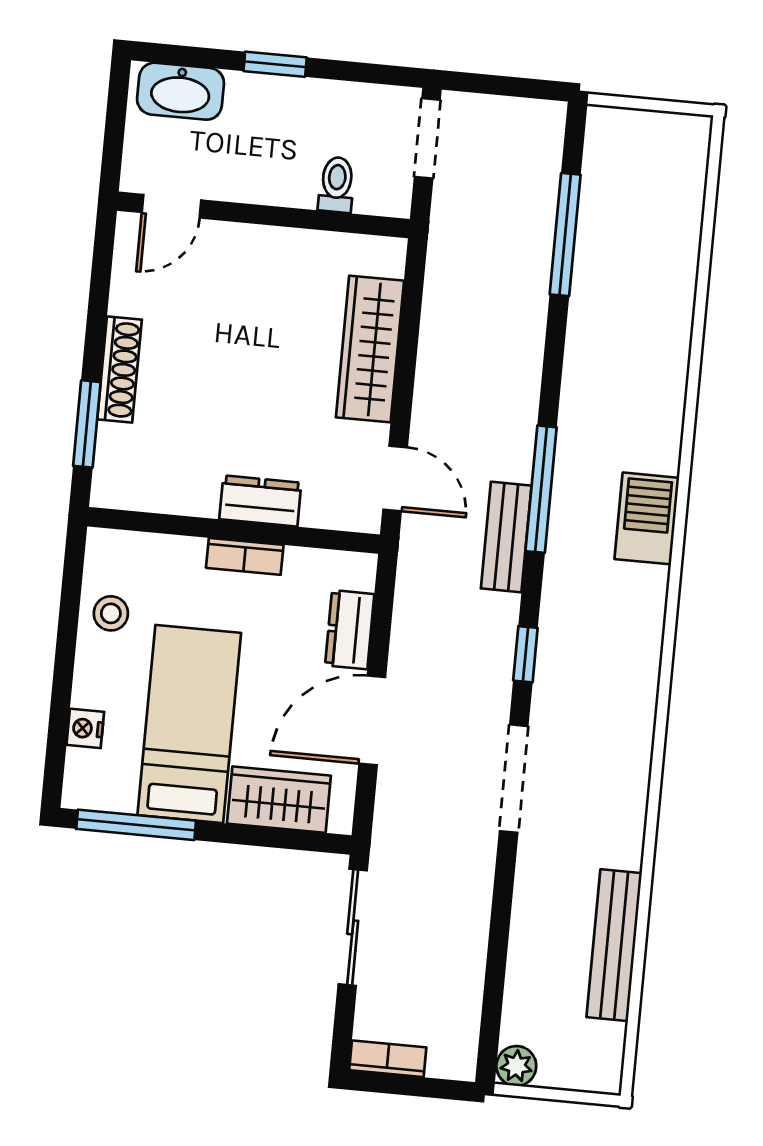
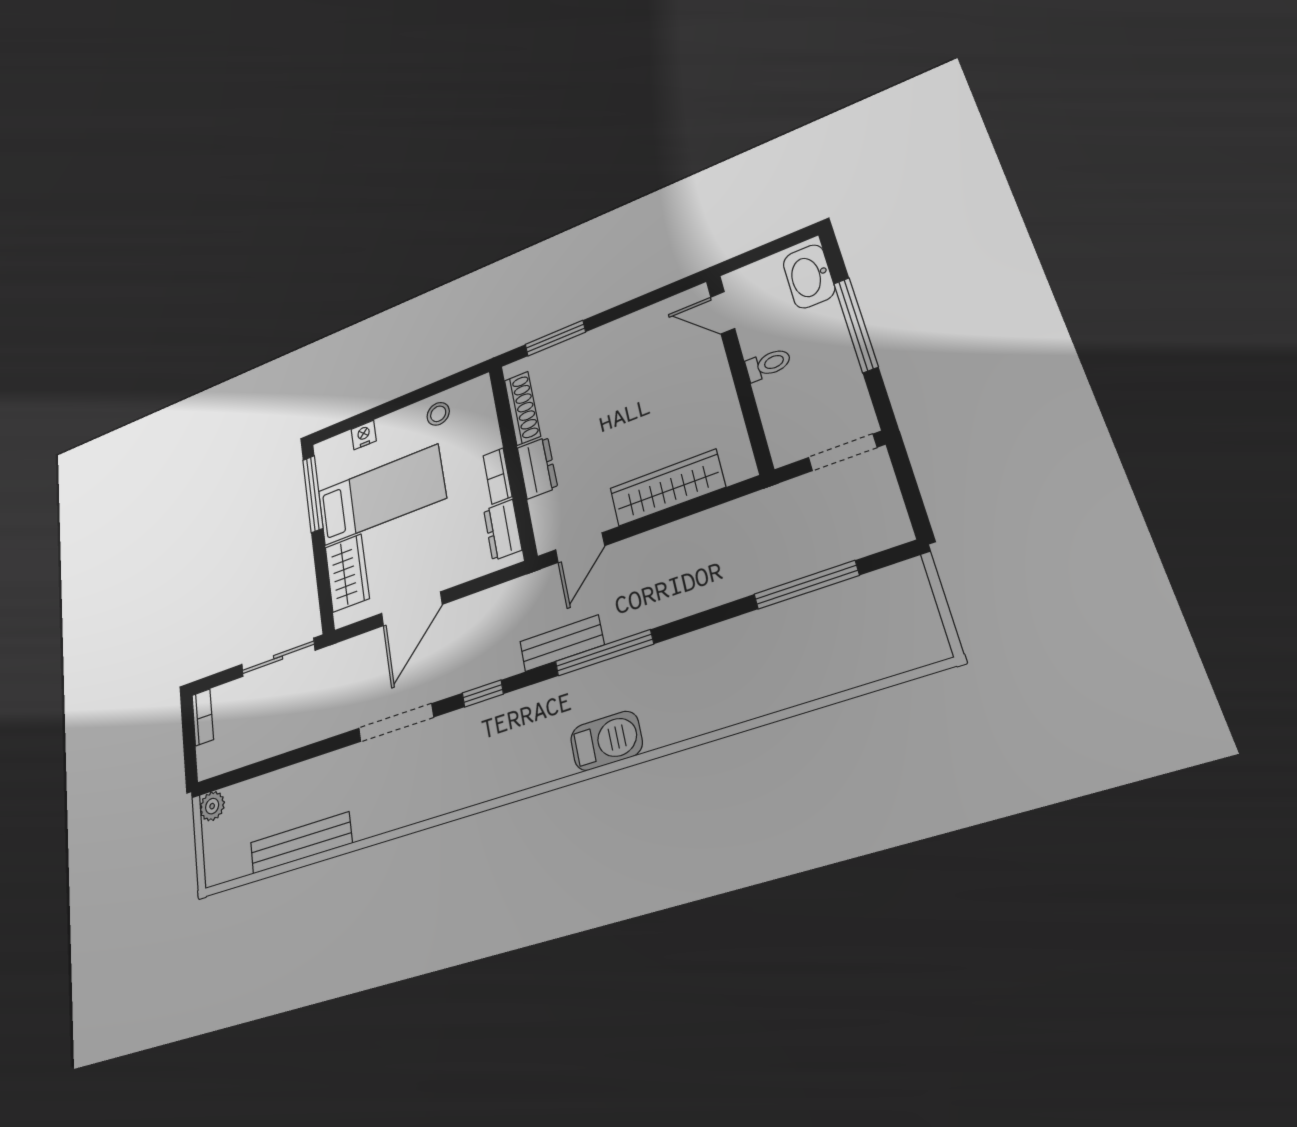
window: (275, 64) -> (856, 325), width x2.17
toilet: (337, 185) -> (768, 364), moved
shoe rack: (120, 370) -> (522, 408), moved, turned -90
dresser: (350, 630) -> (503, 530), moved, turned -90
door: (372, 720) -> (412, 609), swing flipped

